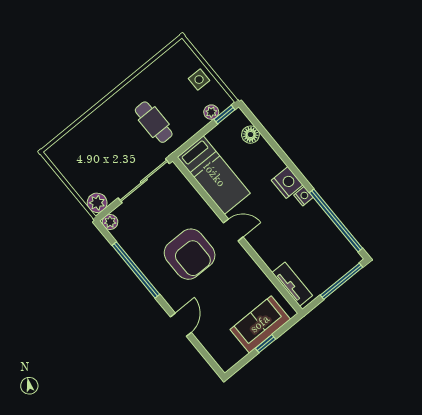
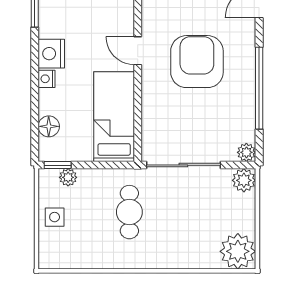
plant: (64, 154) -> (238, 251), added
nightstand: (303, 196) -> (46, 79), moved

